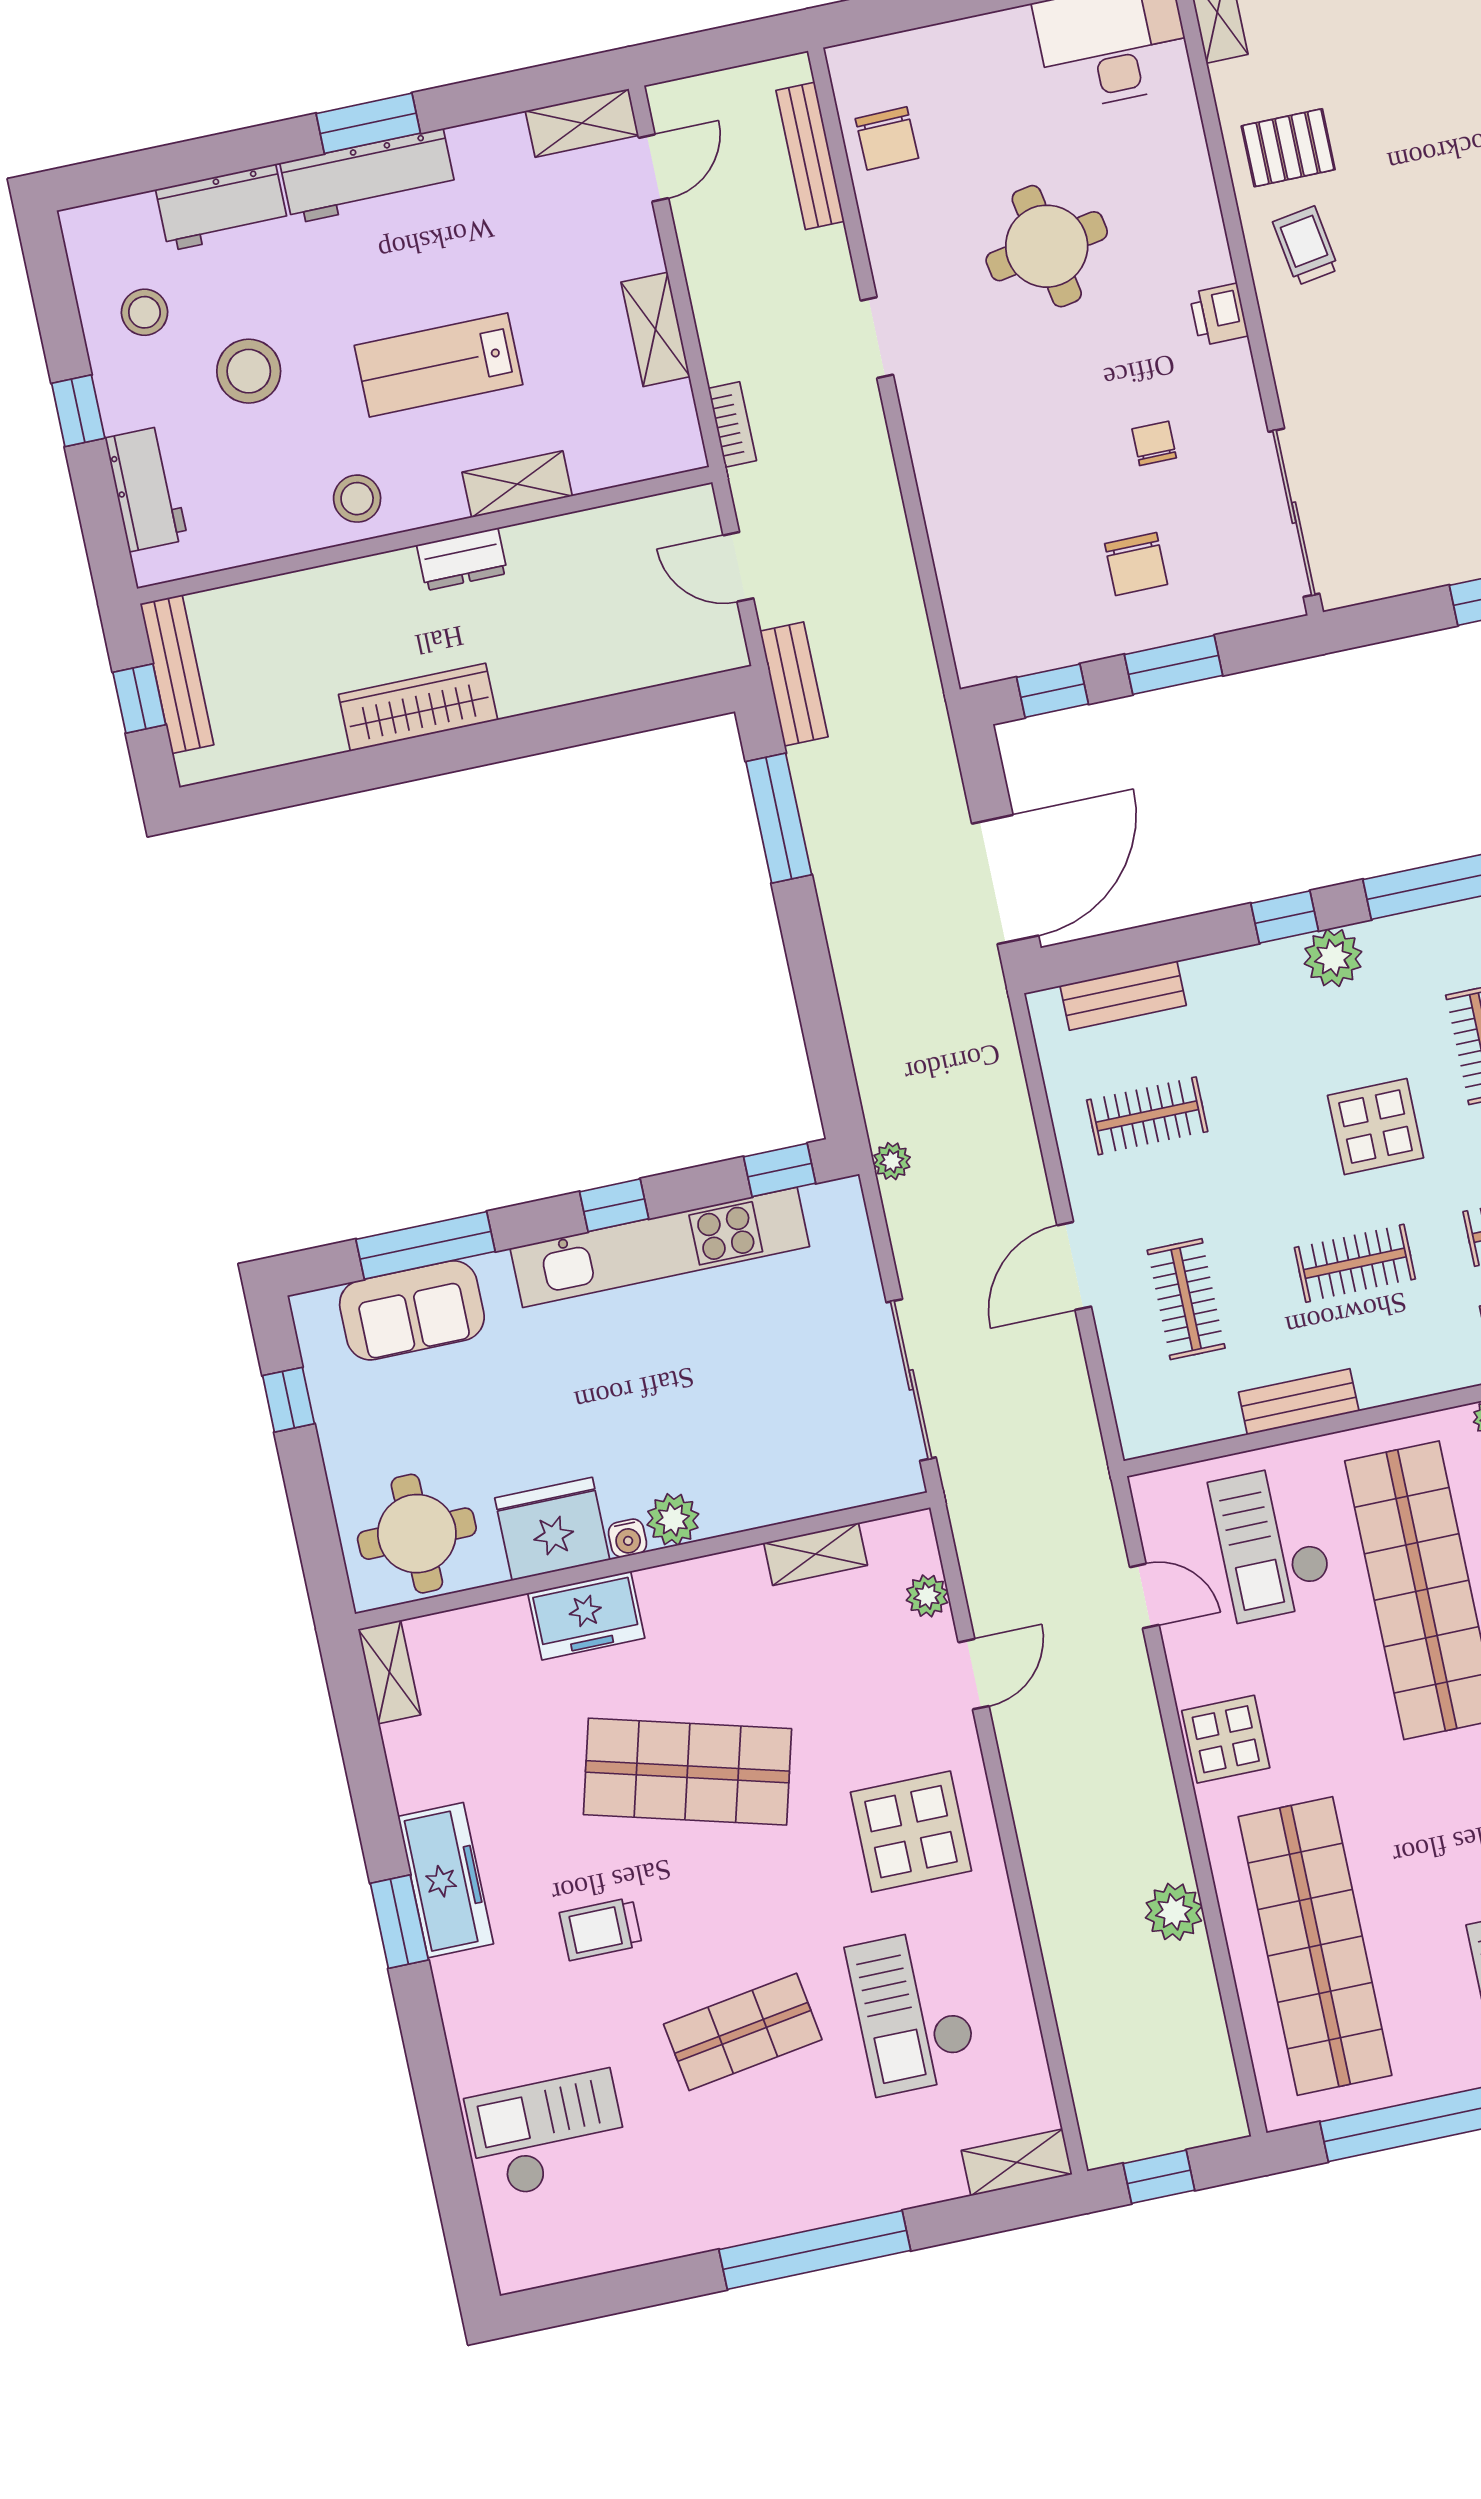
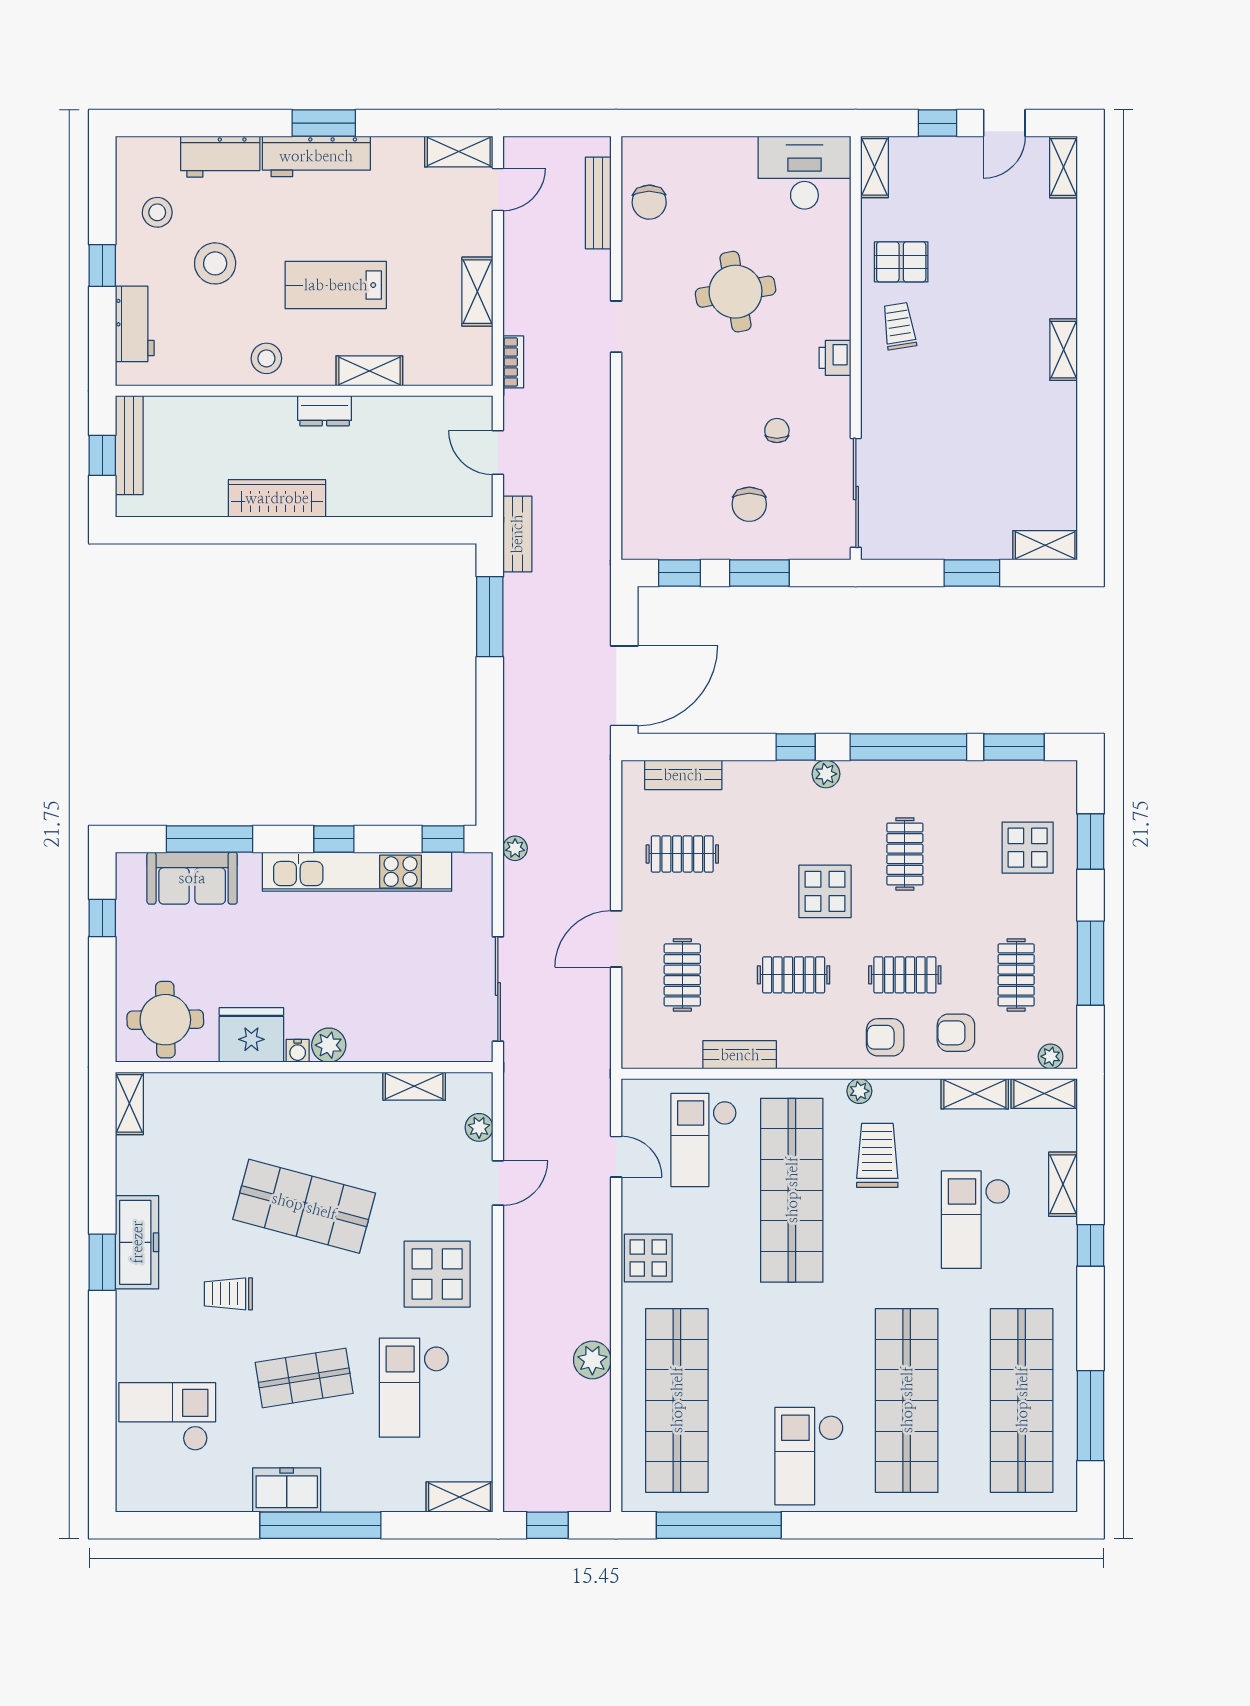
plant: (1333, 958) -> (826, 774), width x0.73, depth x0.73
freezer: (586, 1616) -> (287, 1490), moved, turned 180

